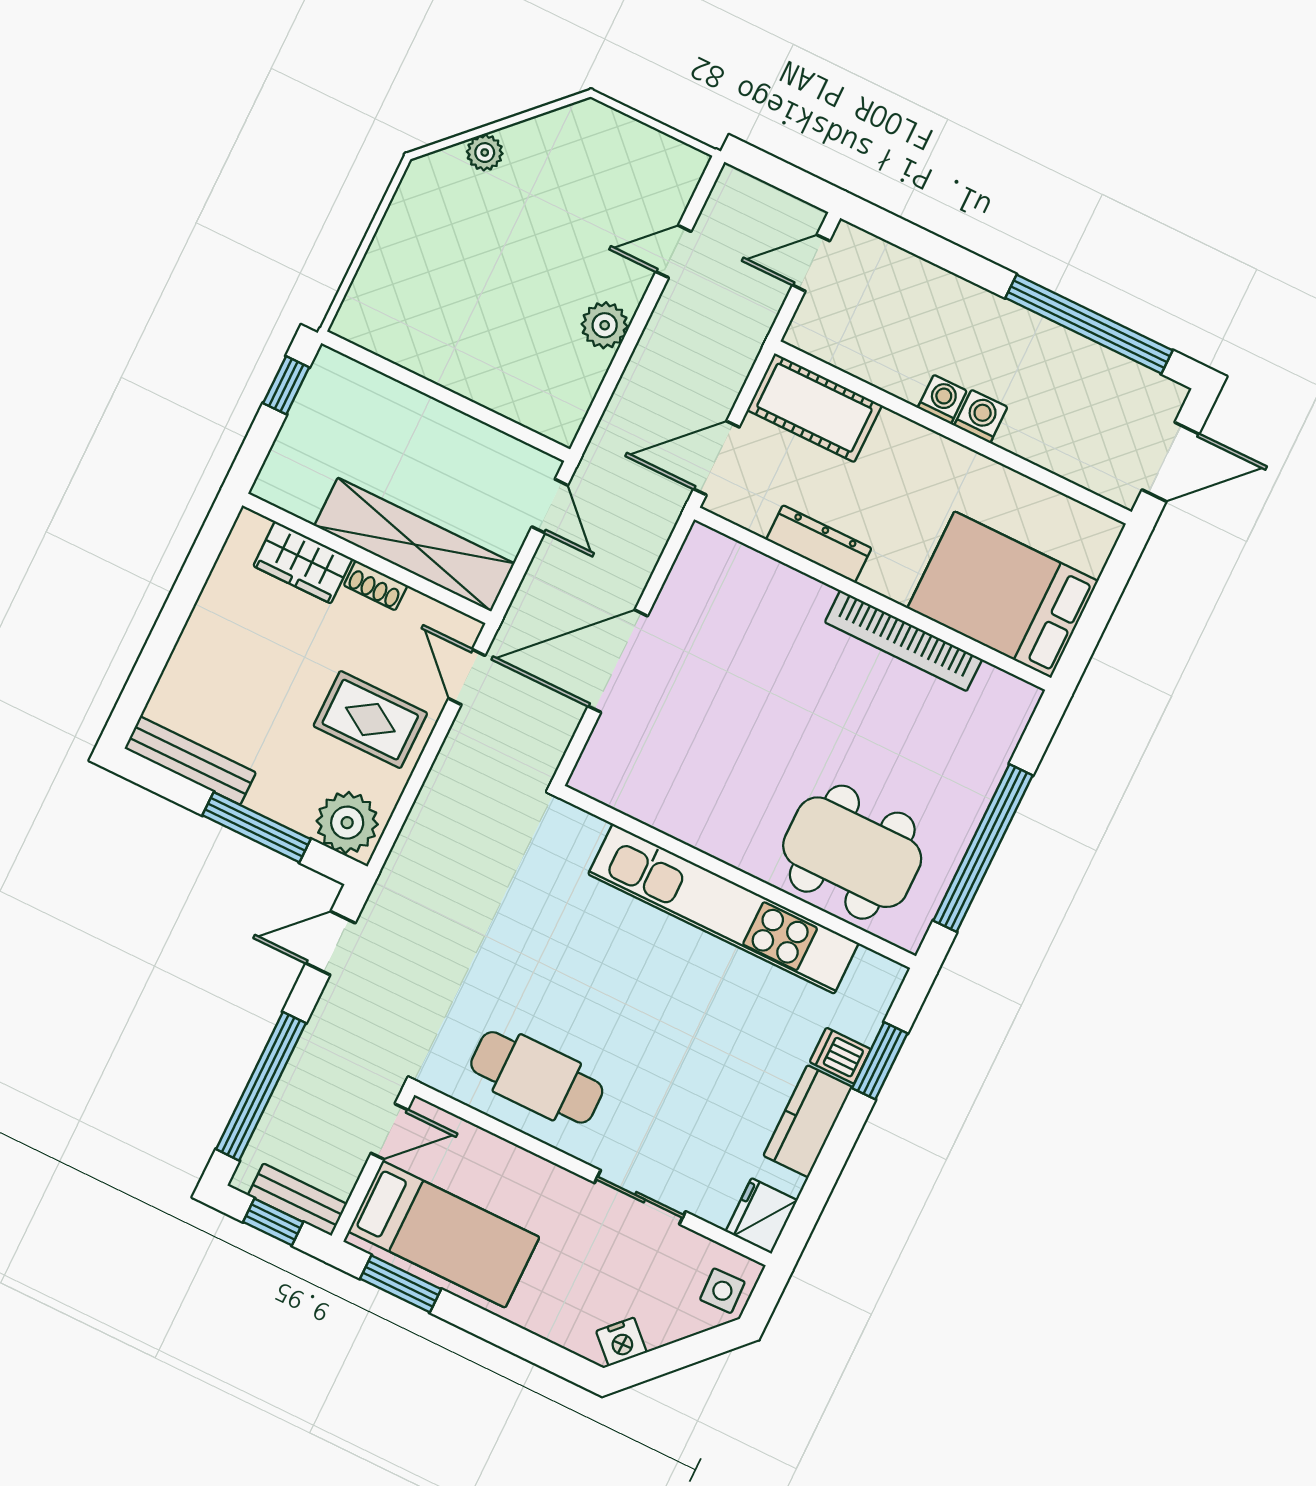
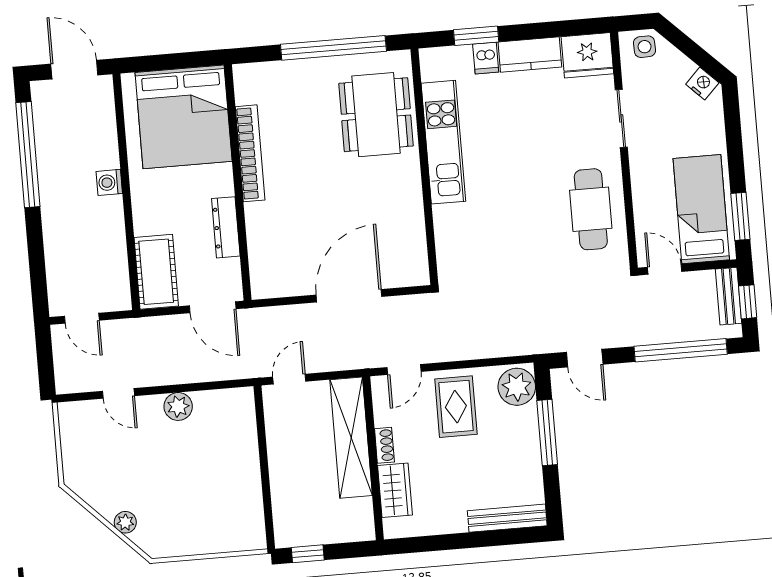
washing machine: (942, 399) -> (112, 208), removed
bed: (1003, 595) -> (184, 117), width x1.36
door: (618, 661) -> (349, 296), swing flipped
bench: (190, 760) -> (507, 518), moved, turned 90
kitchen unit: (723, 909) -> (443, 142), width x0.73
fridge: (761, 1216) -> (587, 55), width x1.36, depth x1.34

